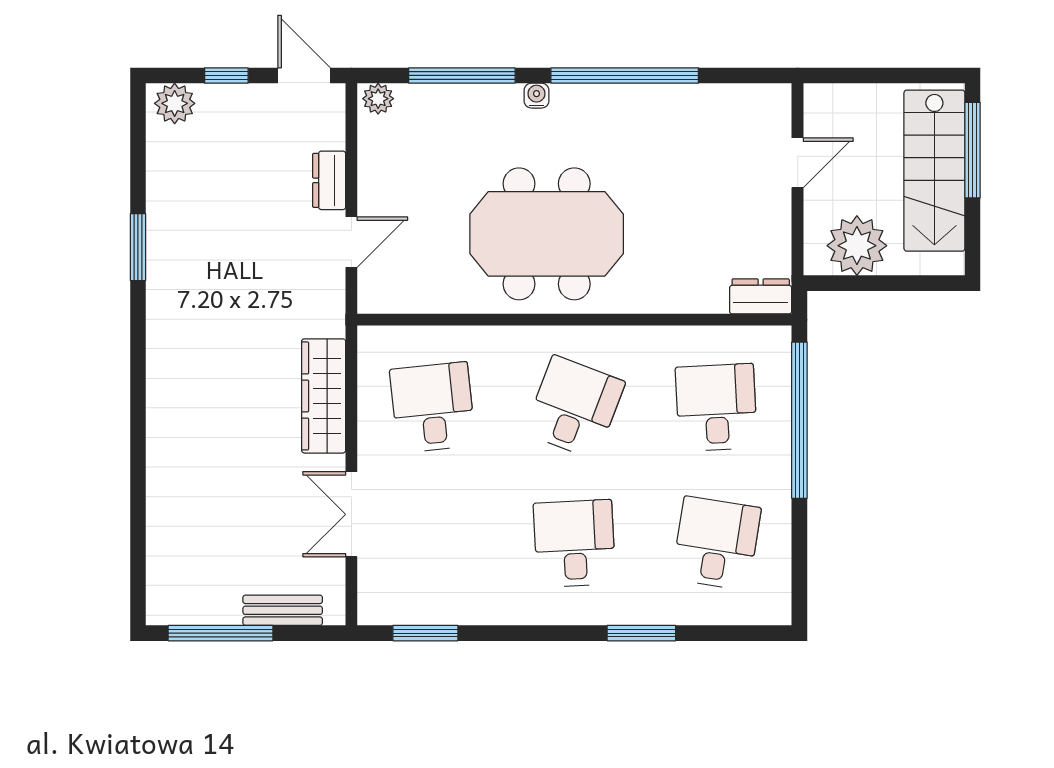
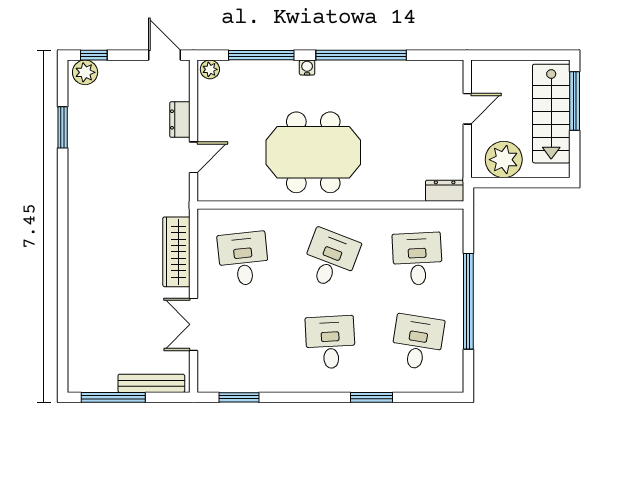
window: (226, 75) -> (94, 55), moved
window: (138, 247) -> (63, 127), moved
window: (799, 420) -> (468, 301), moved
bench: (283, 610) -> (151, 383), width x1.36

